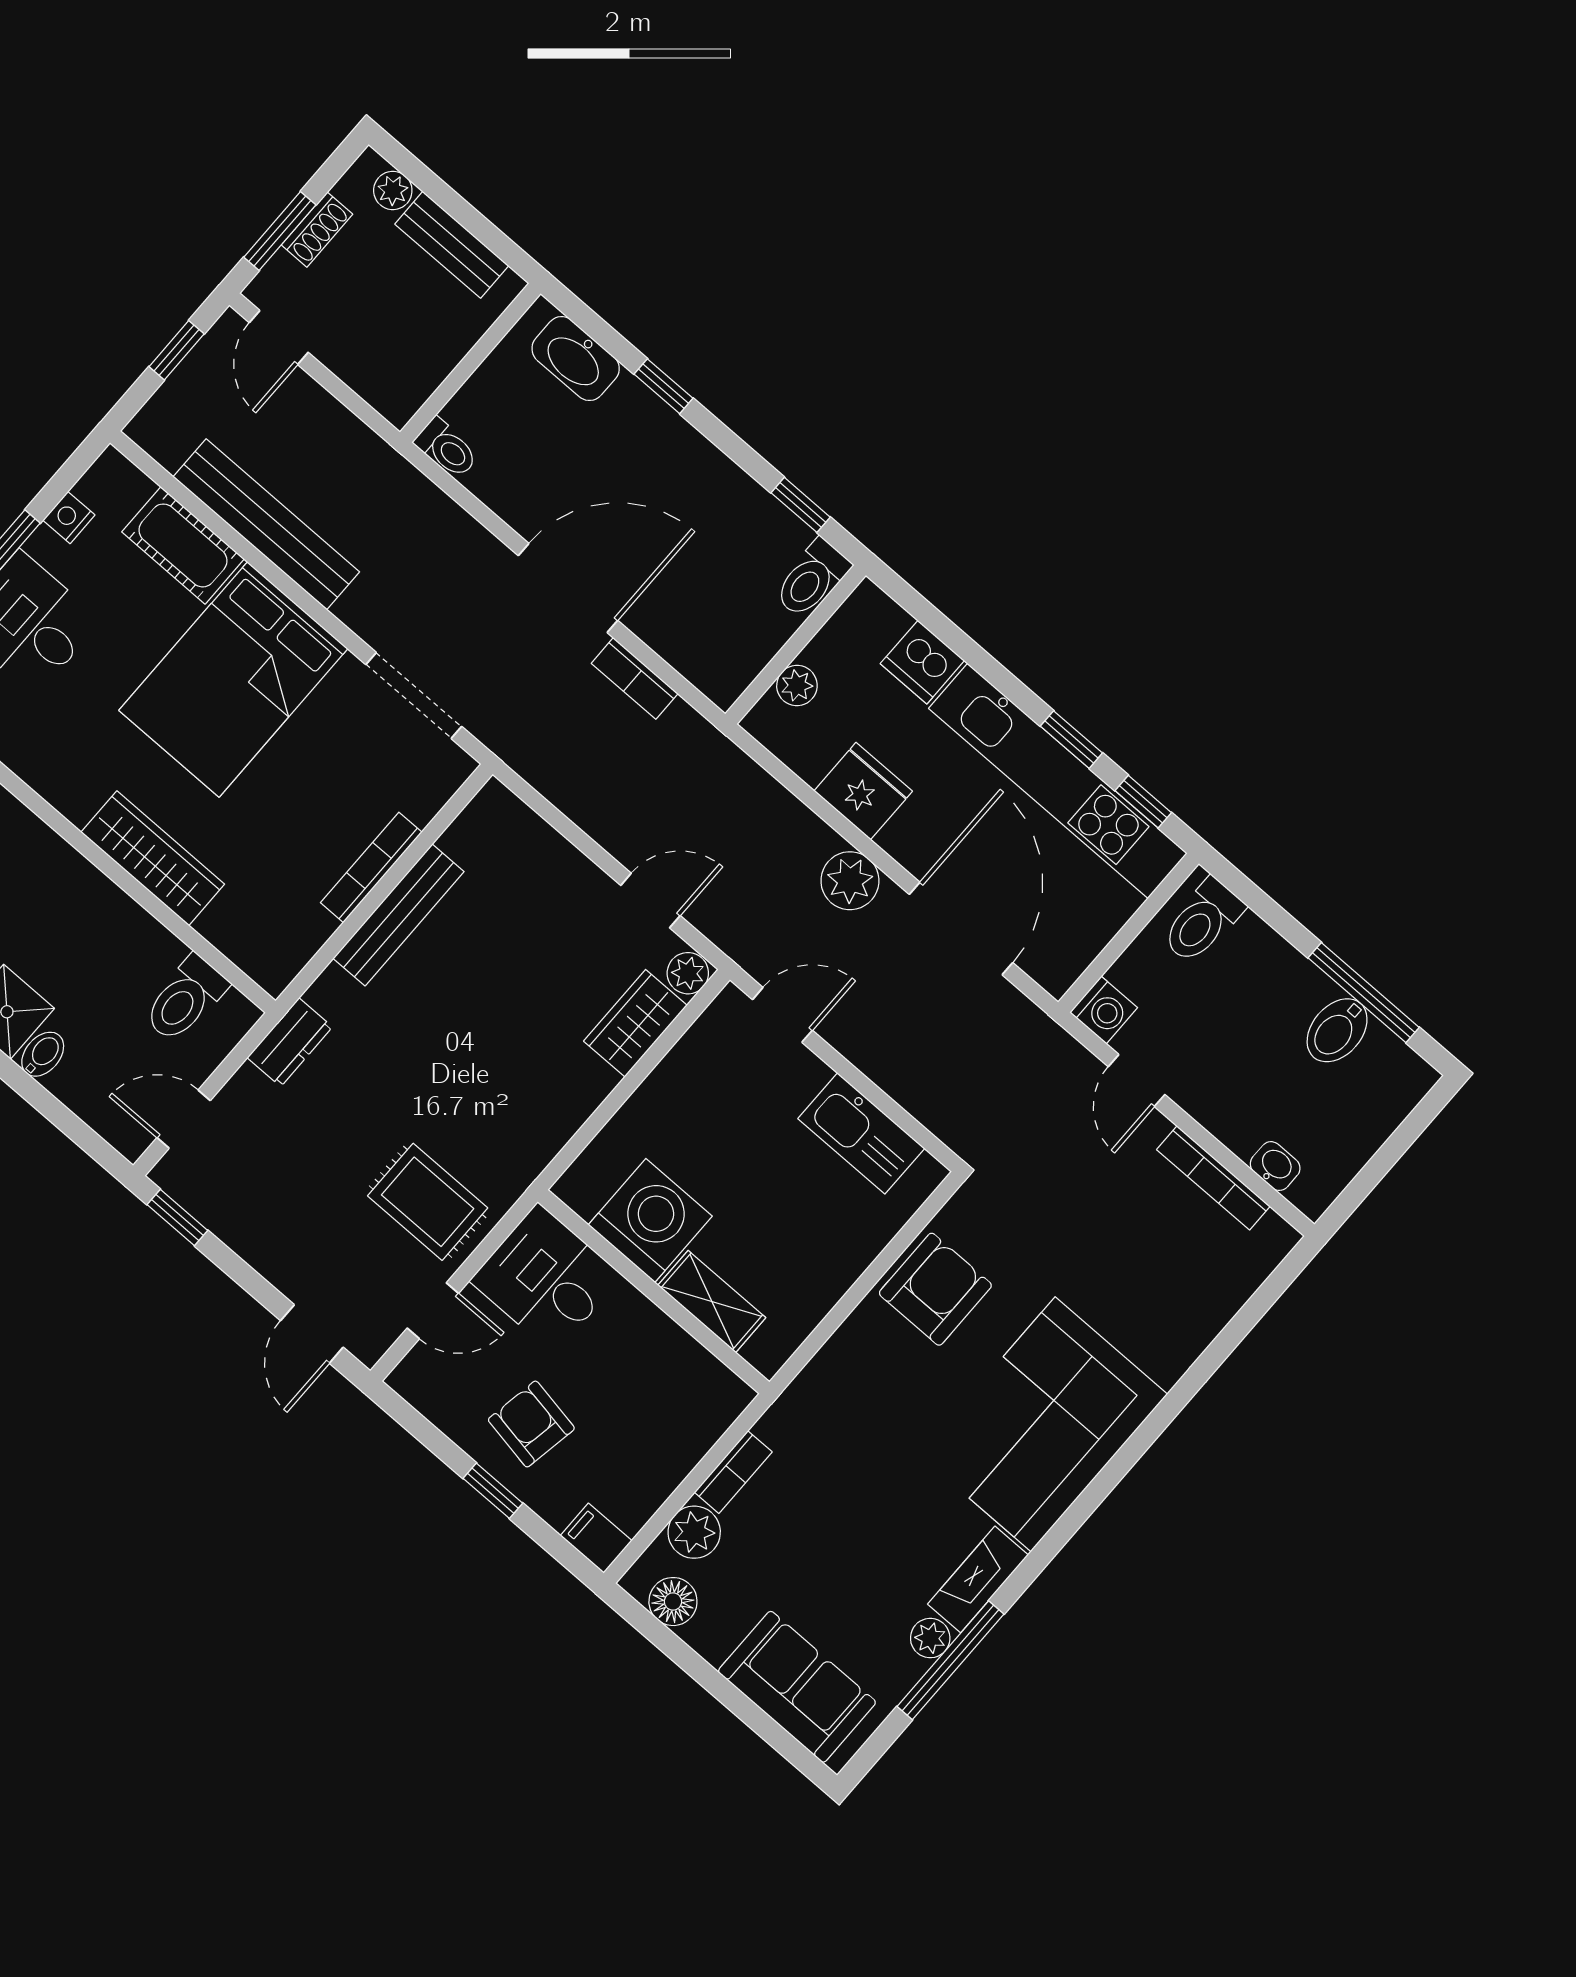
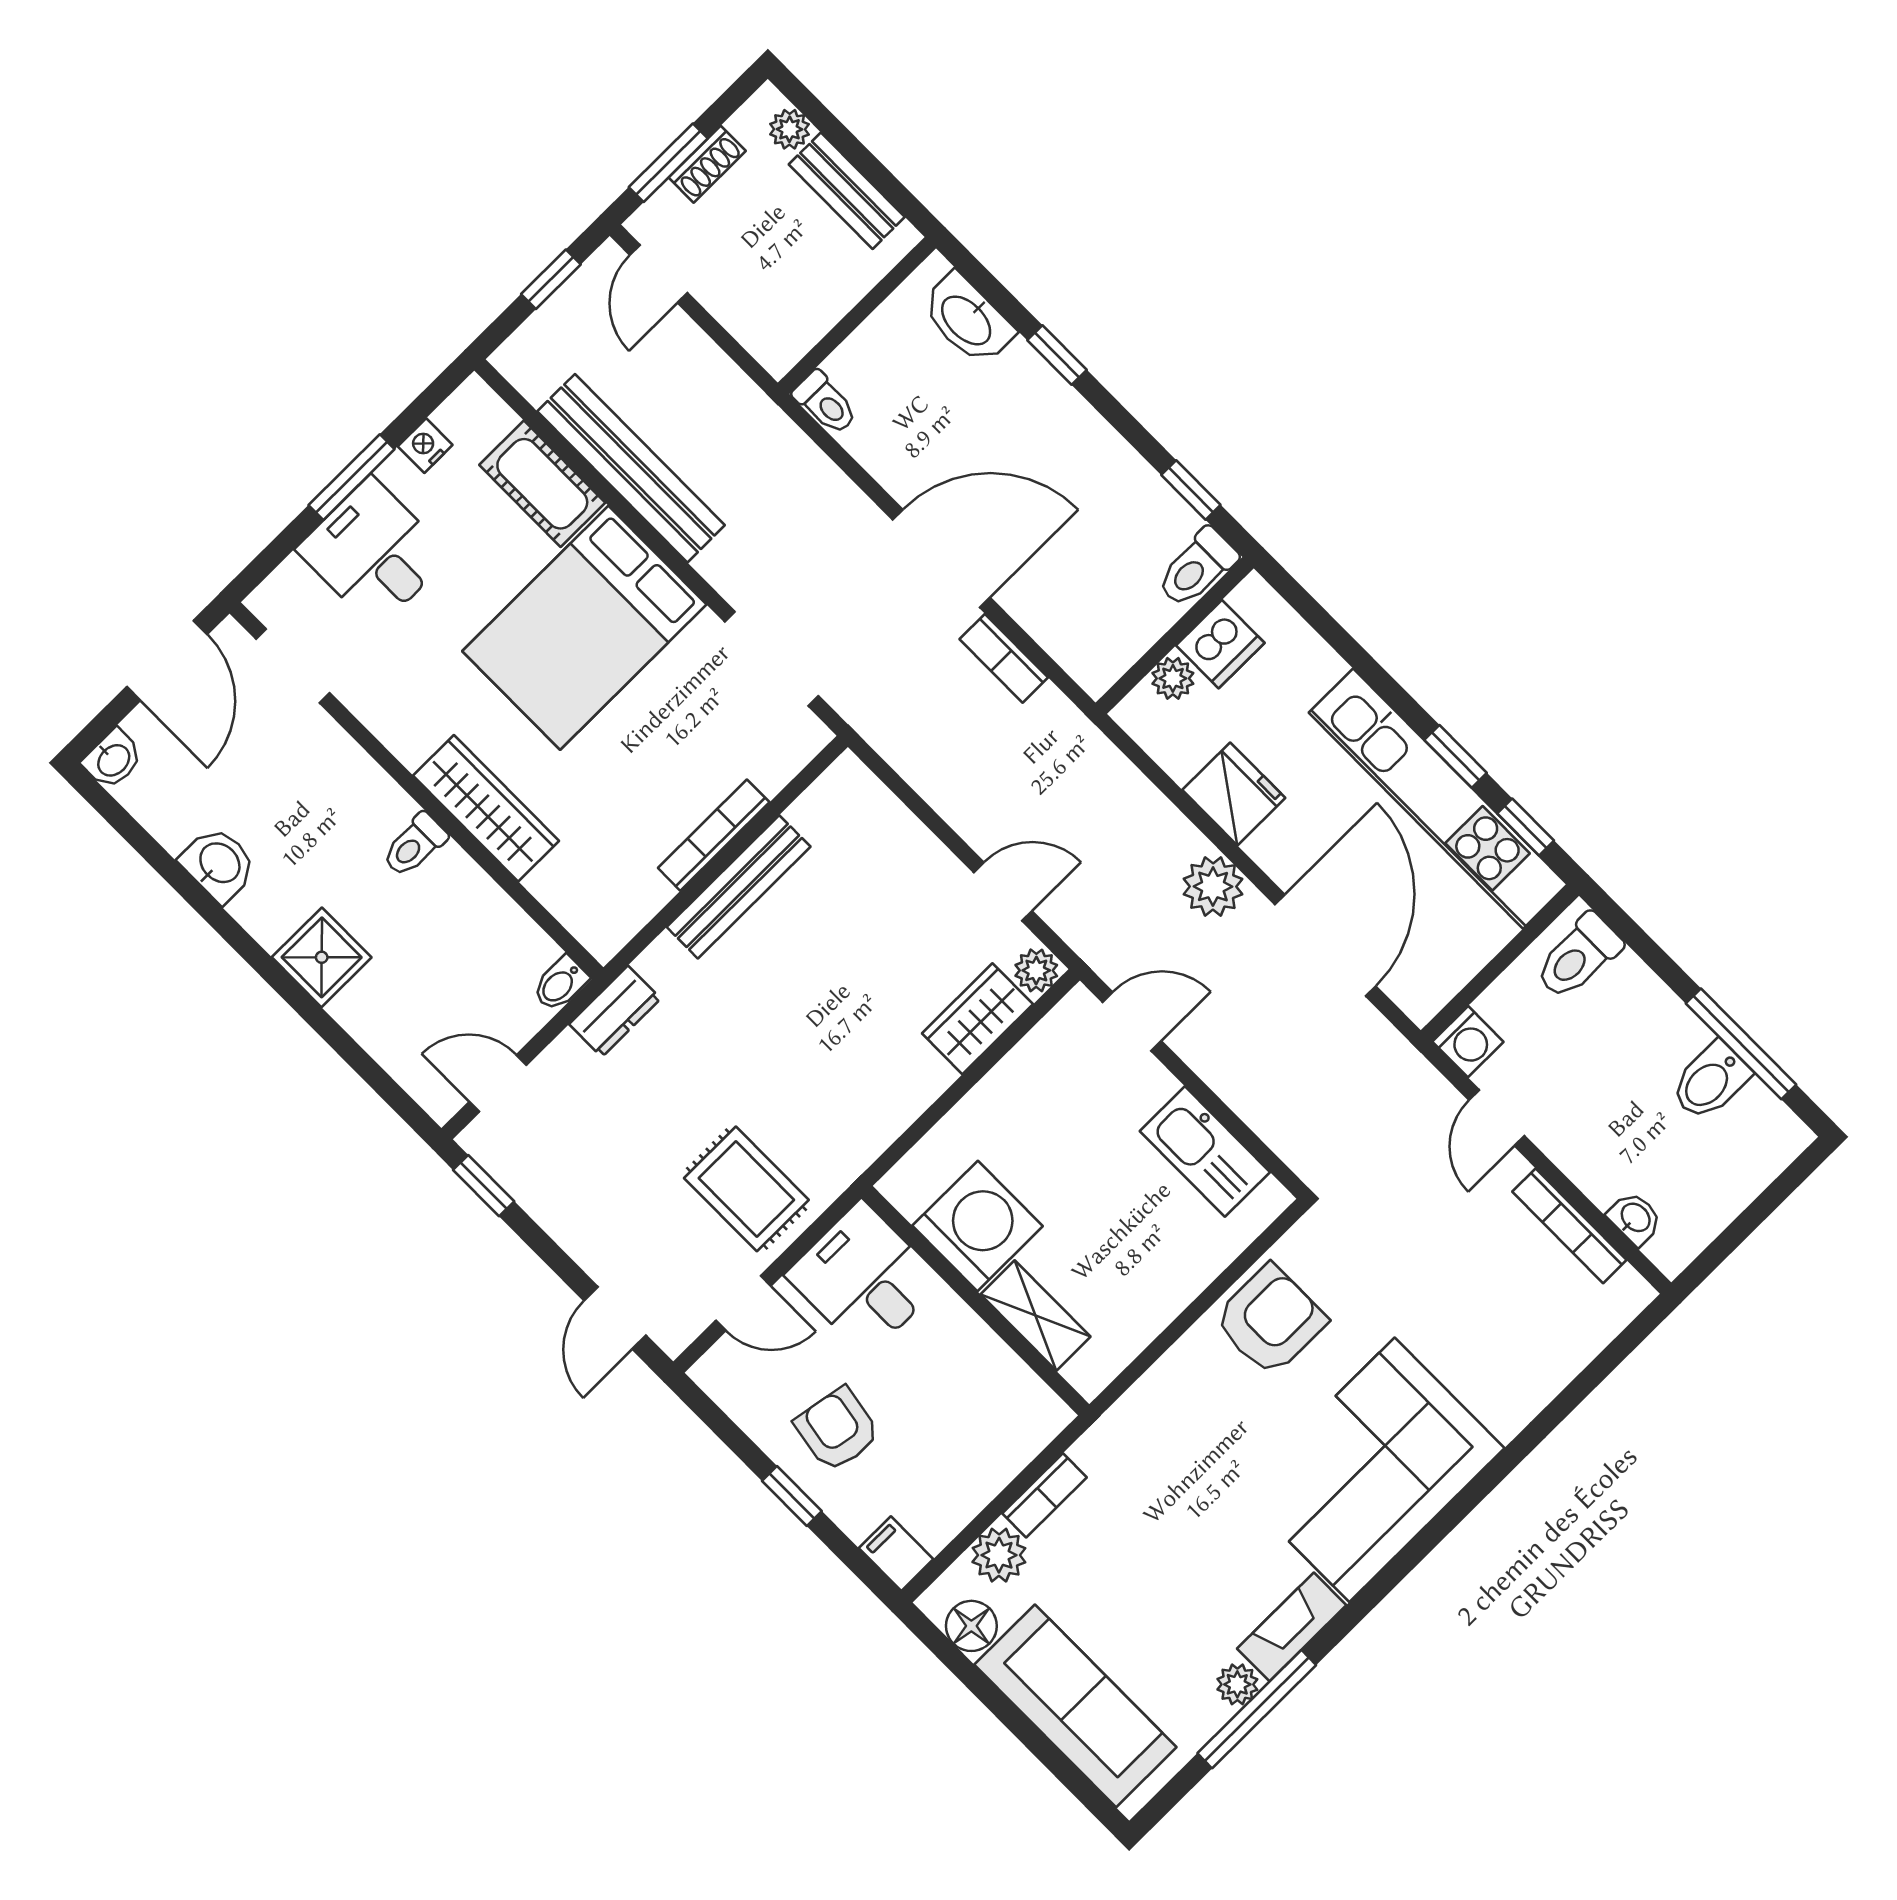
dishwasher: (922, 662) -> (1220, 644), moved, turned -90
toilet: (185, 999) -> (414, 845), moved, width x0.73, depth x0.72
bidet: (43, 1054) -> (560, 984), moved, turned 180
sofa: (797, 1687) -> (1075, 1706), width x1.36

